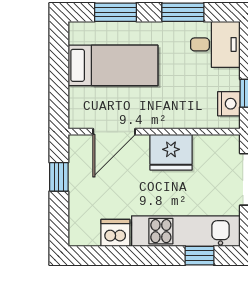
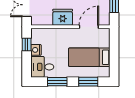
nightstand: (229, 104) -> (36, 50), moved

